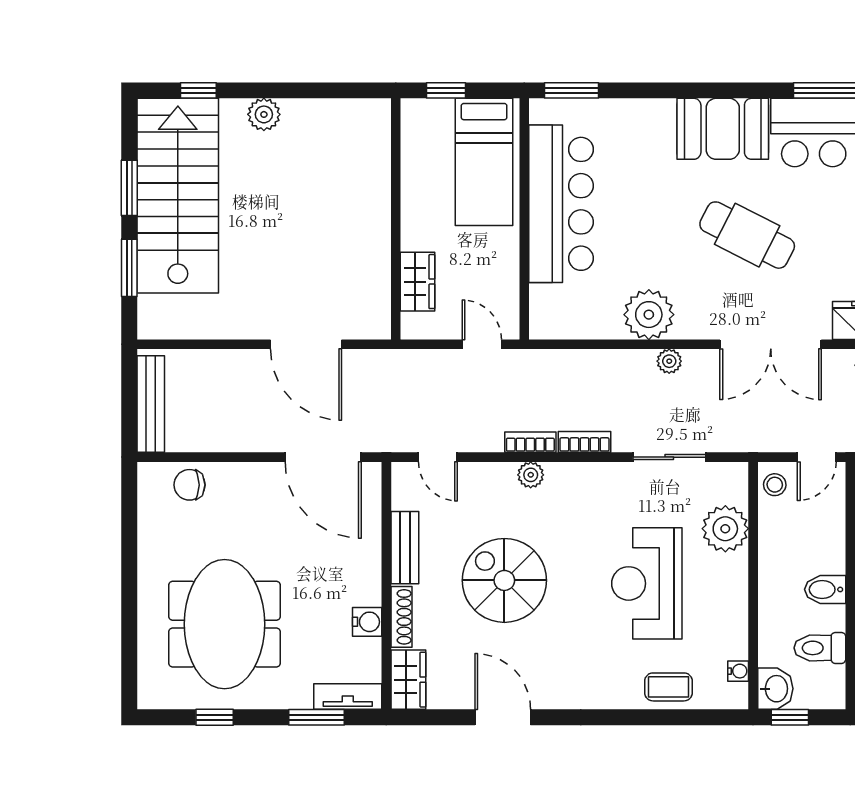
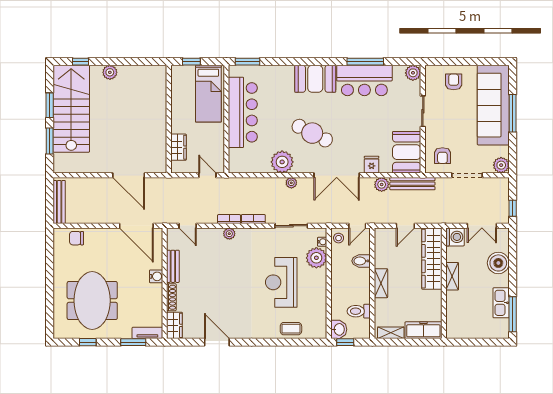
cafe table: (747, 235) -> (312, 133), moved
spiral stairs: (504, 580) -> (217, 281), removed
bidet: (825, 589) -> (361, 261), moved
water cooler: (367, 622) -> (156, 276), moved
water cooler: (738, 671) -> (322, 242), moved

